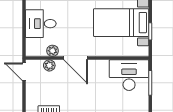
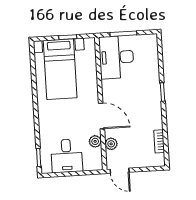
door: (76, 58) -> (101, 116), hinge flipped
door: (24, 72) -> (120, 171), hinge flipped

